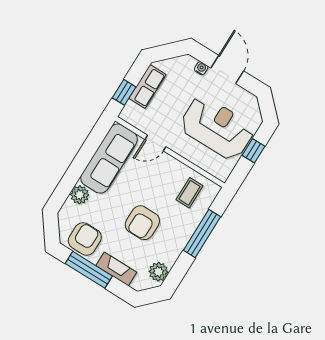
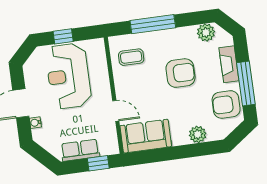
sofa: (109, 159) -> (146, 136), width x0.73

